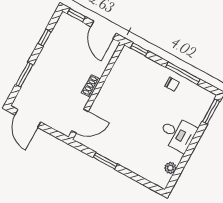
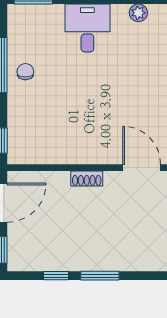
window: (24, 75) -> (100, 276), moved

